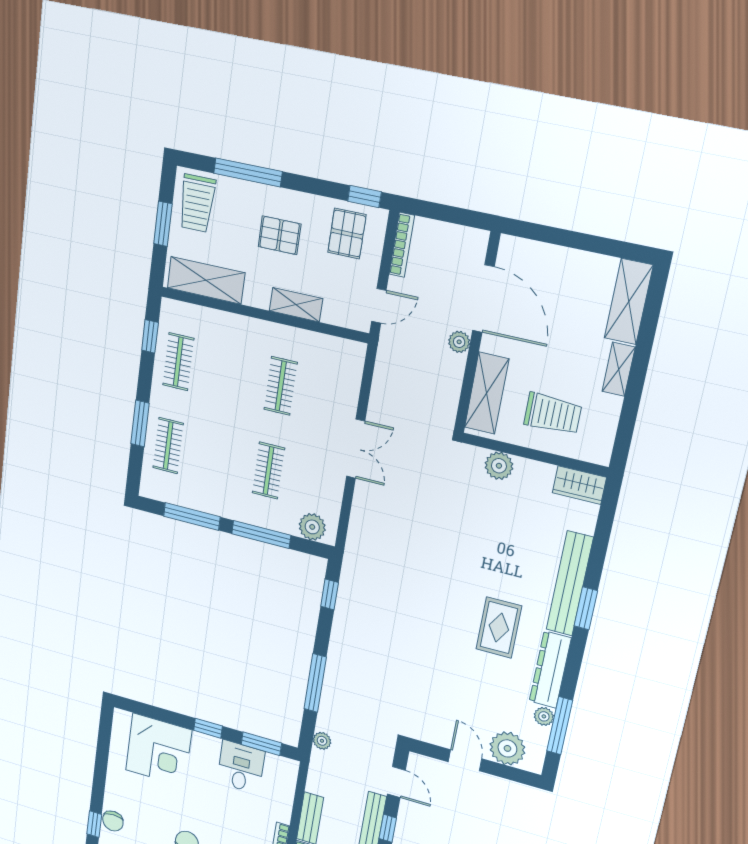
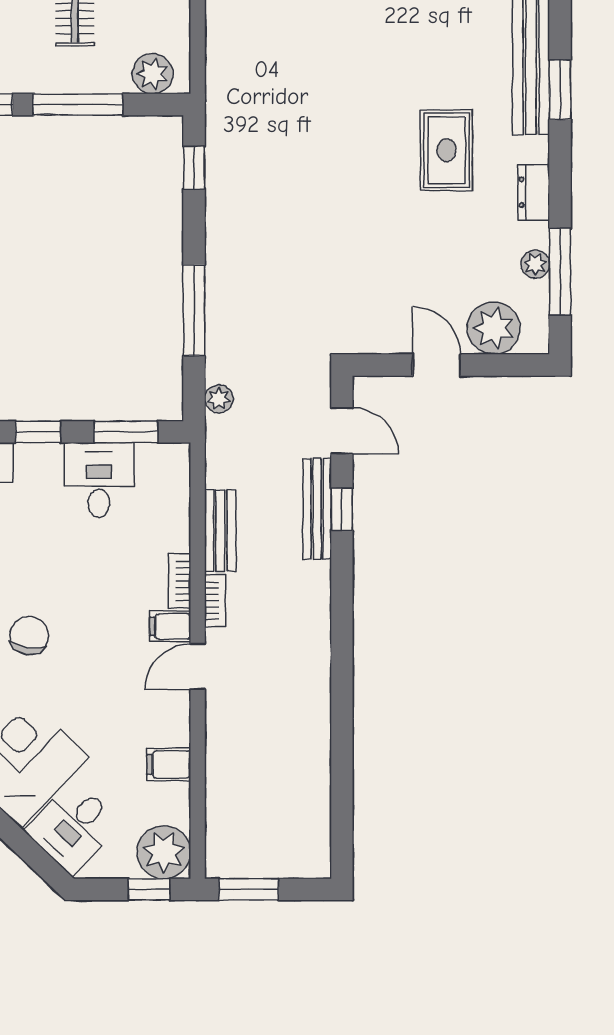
dresser: (550, 670) -> (534, 192), width x0.51, depth x0.80

